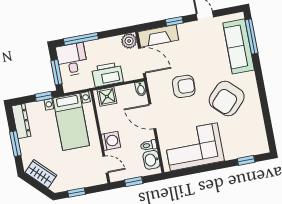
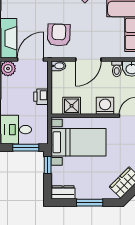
printer: (107, 75) -> (41, 97), width x0.53, depth x0.68
armchair: (184, 86) -> (59, 35), moved
shower: (107, 97) -> (72, 106), moved
dresser: (21, 121) -> (63, 192), width x0.70

